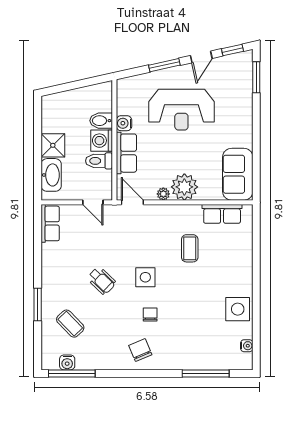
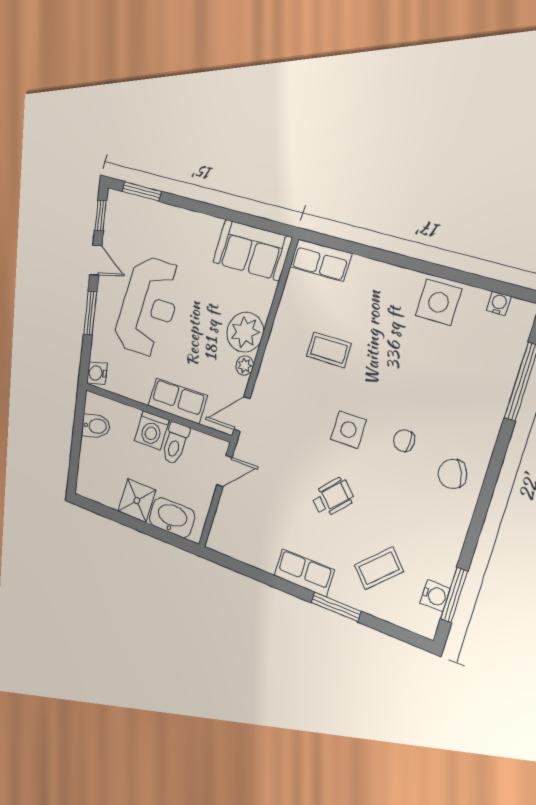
bidet: (101, 121) -> (96, 426), moved, turned -103
water cooler: (124, 123) -> (97, 373), moved, turned 77
row of seats: (222, 214) -> (321, 260), moved, turned 90
row of seats: (50, 223) -> (304, 573), moved
window: (72, 373) -> (454, 595), width x0.69

